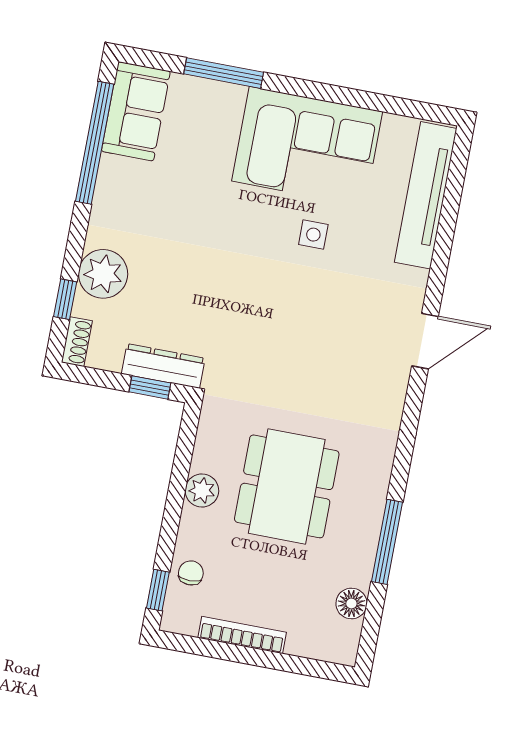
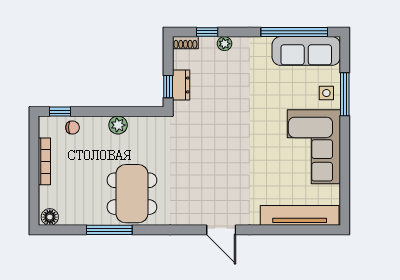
sofa: (136, 111) -> (306, 51), width x1.36
side table: (313, 235) -> (326, 93), moved
plant: (103, 274) -> (225, 44), width x0.53, depth x0.53
dresser: (163, 366) -> (181, 85), width x0.70
dining table: (287, 486) -> (132, 194), moved, turned 90
floor lamp: (351, 603) -> (50, 217), moved

